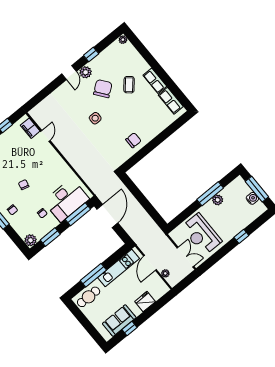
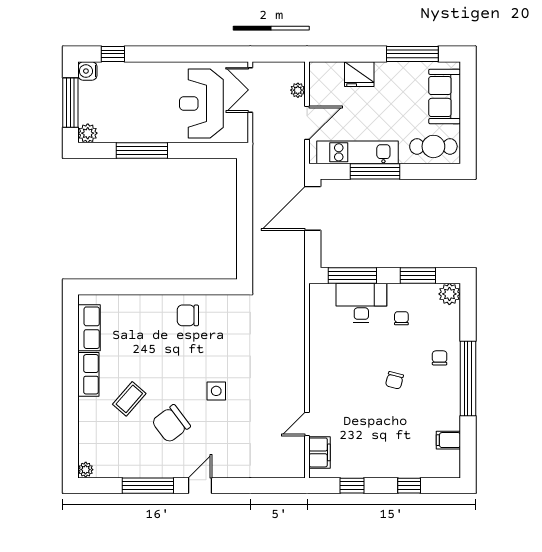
window: (91, 54) -> (148, 486), width x2.17
plant: (86, 72) -> (176, 467), removed
water cooler: (252, 198) -> (87, 71), moved
desk: (66, 200) -> (361, 303), width x0.73, depth x0.77
plant: (218, 200) -> (88, 133), moved
door: (107, 216) -> (313, 208), moved
reception desk: (201, 234) -> (201, 103), turned 180
window: (241, 236) -> (113, 54), moved
window: (93, 275) -> (375, 171), moved
sofa: (119, 321) -> (445, 96), moved, turned 90
window: (130, 329) -> (412, 54), width x2.17

